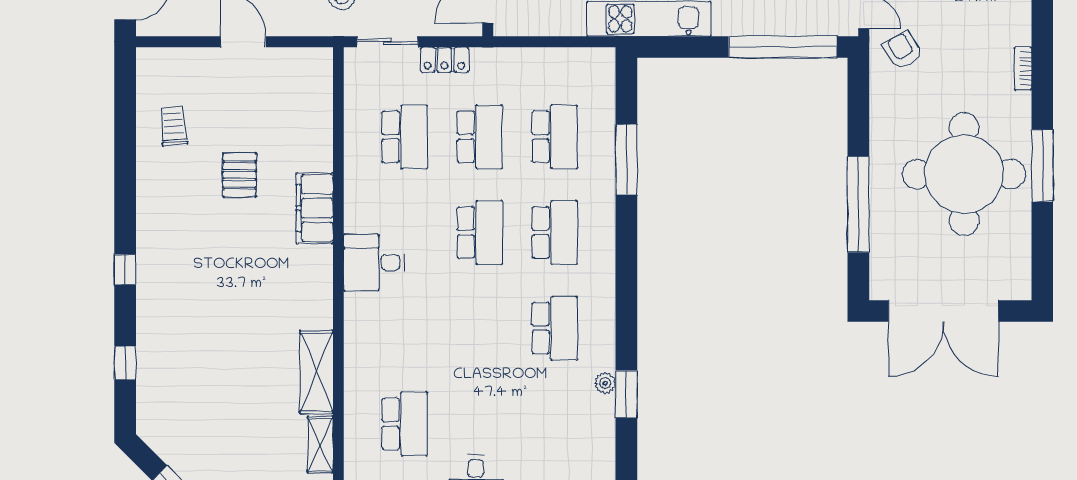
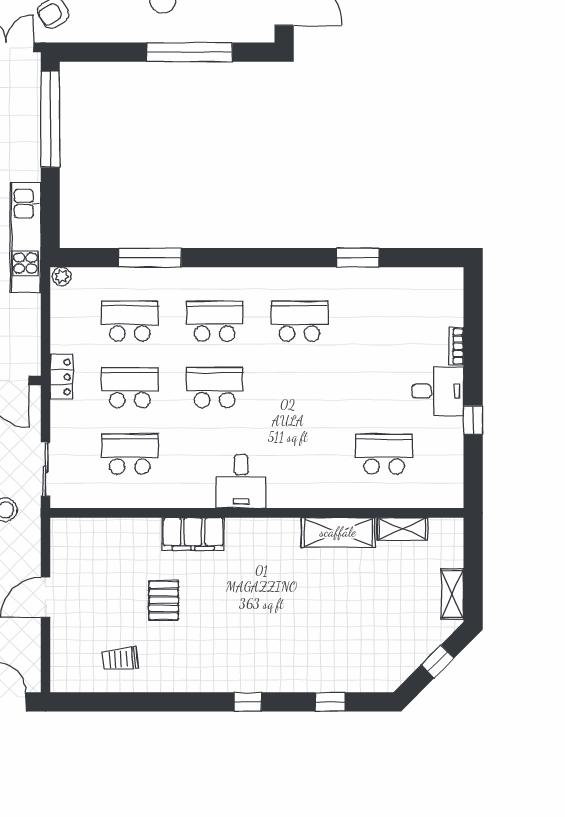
locker: (444, 60) -> (62, 377), moved
pallet: (240, 175) -> (164, 600), turned 90
plant: (605, 383) -> (62, 276), moved

